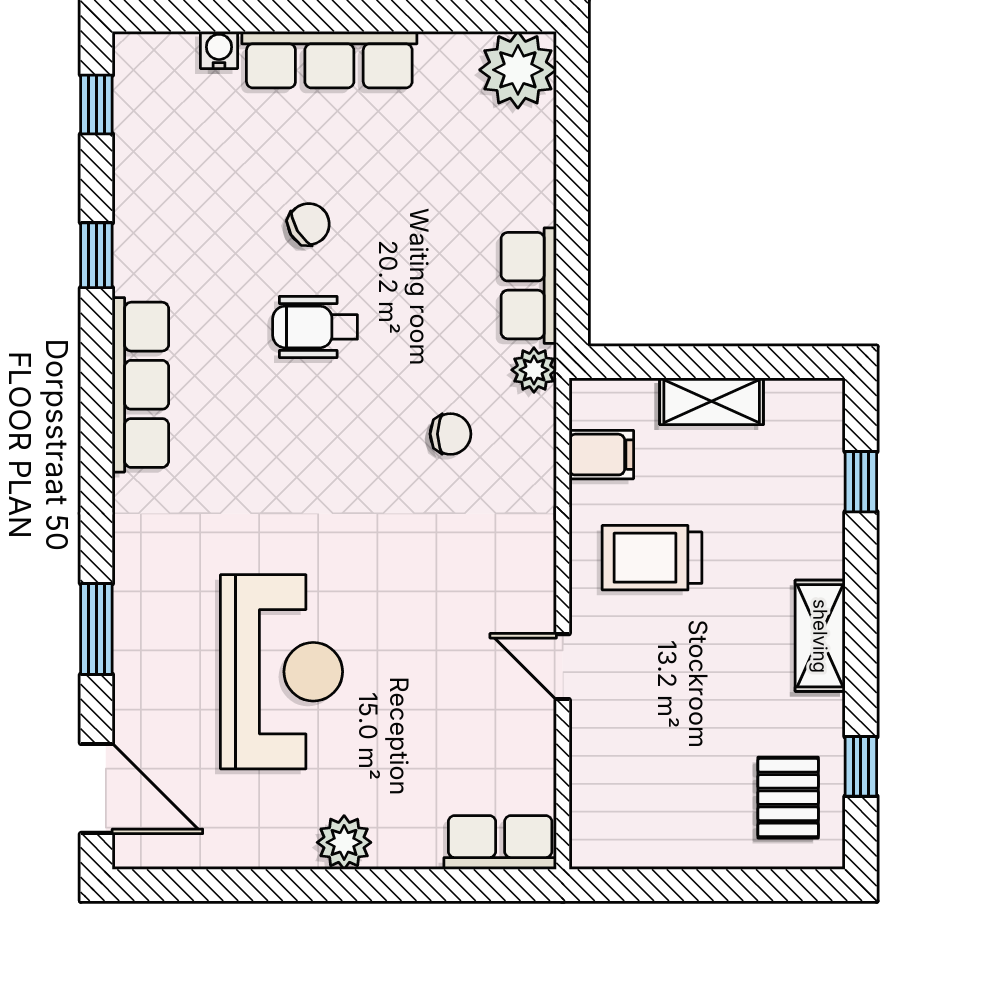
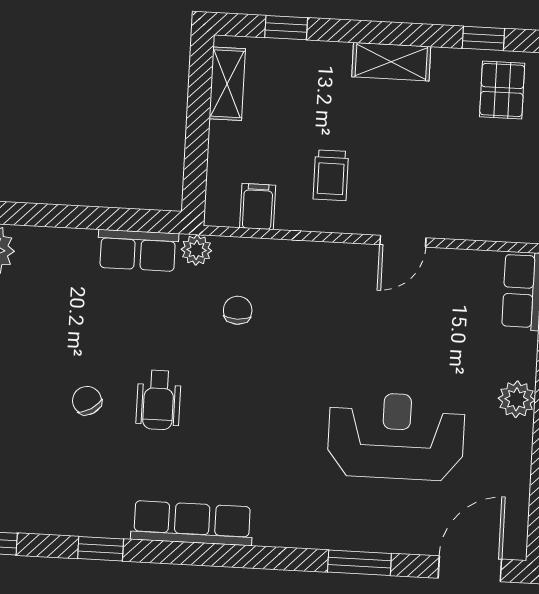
shelving: (712, 401) -> (227, 84), moved
trolley: (652, 558) -> (331, 175), width x0.73, depth x0.72
pallet: (788, 798) -> (502, 90), turned 90

